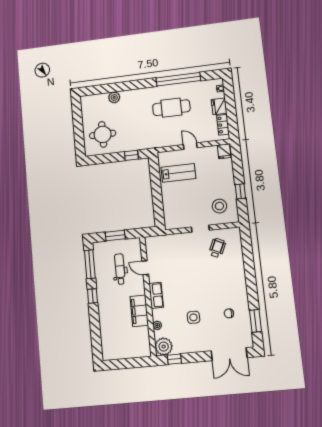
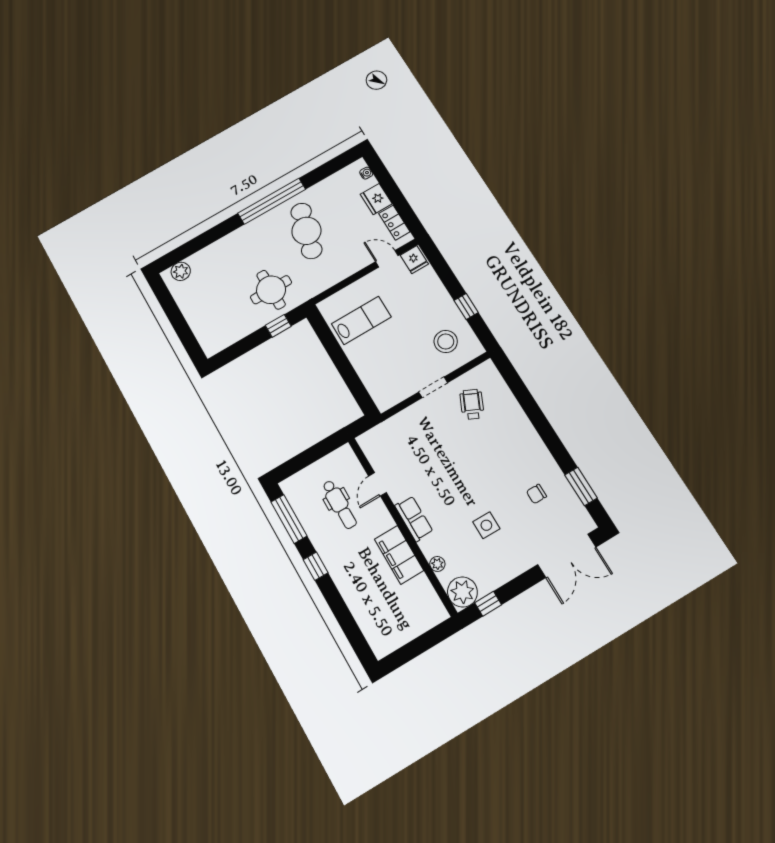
window: (178, 79) -> (272, 201), moved
plant: (114, 97) -> (181, 271), moved
cafe table: (171, 108) -> (306, 231), turned -75
round table: (103, 134) -> (271, 290), moved
door: (190, 146) -> (387, 259), moved
window: (115, 236) -> (309, 457), removed
door: (145, 268) -> (377, 484), hinge flipped
dental chair: (120, 269) -> (339, 504), turned 180

